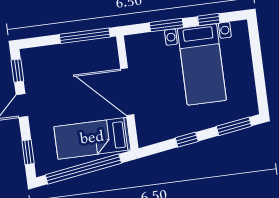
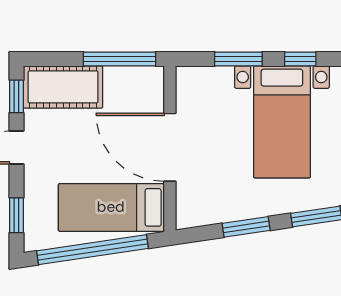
cot: (49, 60) -> (63, 87), added
window: (187, 140) -> (246, 227), width x1.50

